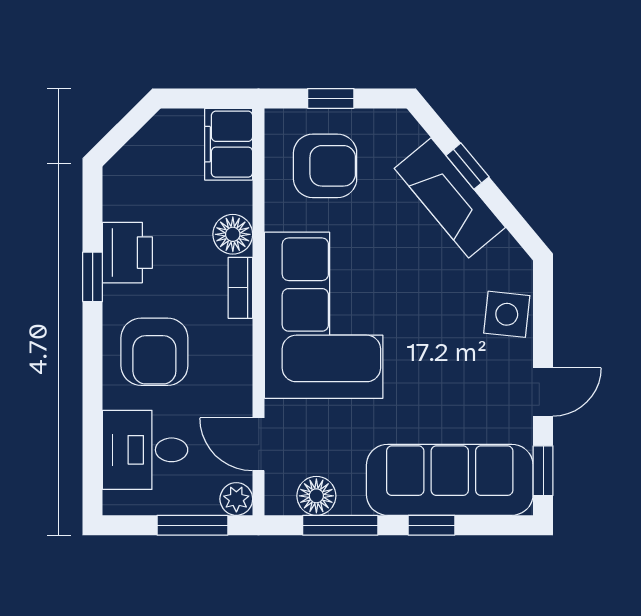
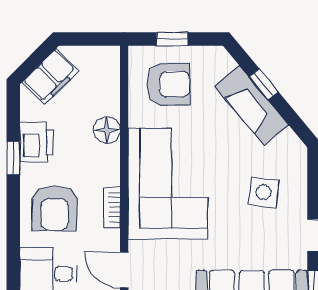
filing cabinet: (229, 144) -> (50, 76), moved, turned -135
bookcase: (240, 288) -> (112, 207), moved
side table: (507, 314) -> (264, 192), moved

